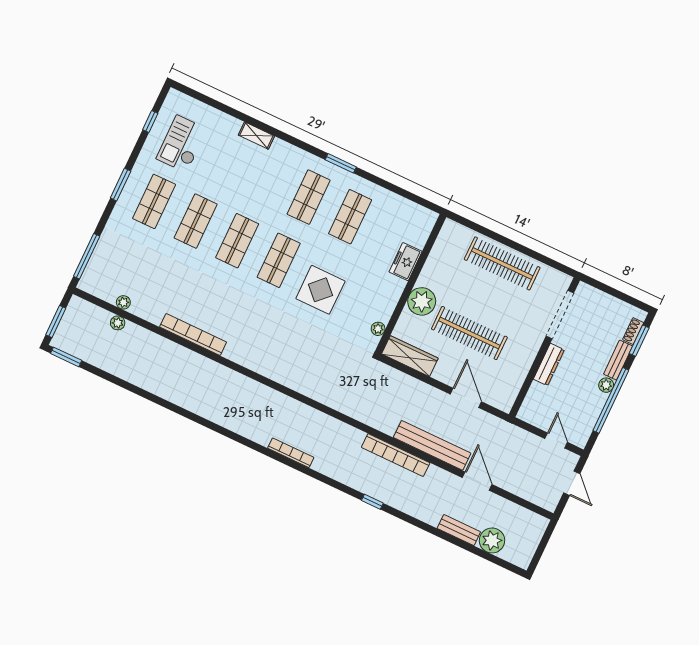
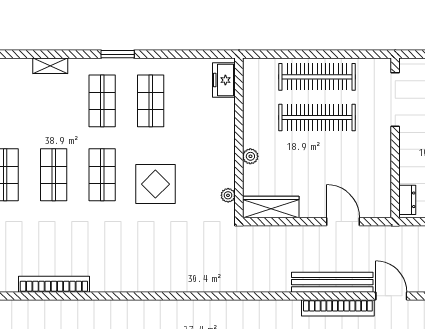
shelving: (256, 136) -> (50, 66), moved
freezer: (406, 262) -> (224, 80), moved
plant: (422, 301) -> (250, 156), width x0.53, depth x0.53
clothes rail: (469, 333) -> (317, 118), moved
dresser: (549, 364) -> (407, 200), moved, width x0.70
bookcase: (396, 455) -> (338, 308), moved

